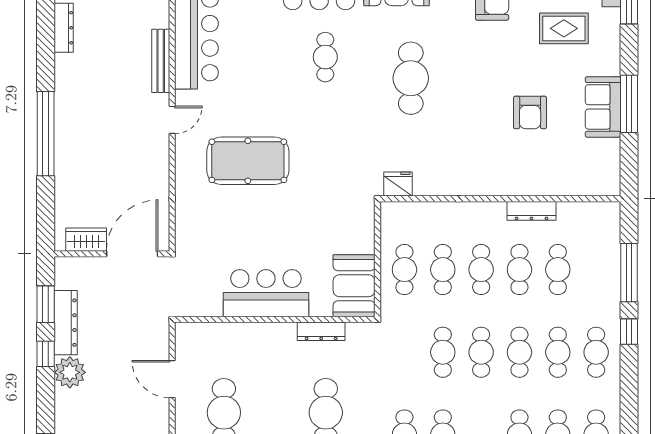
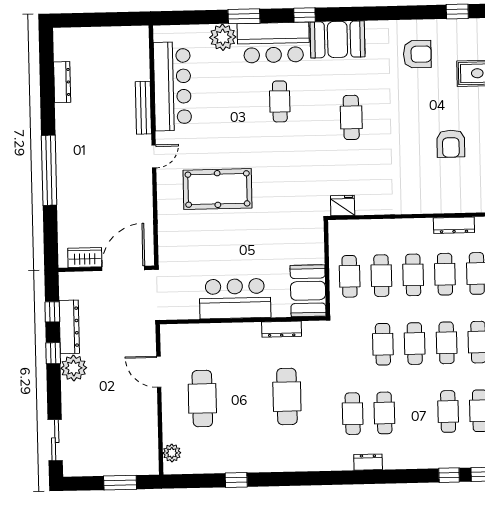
cafe table: (411, 78) -> (351, 117), width x0.73, depth x0.74
window: (46, 304) -> (52, 312), width x0.67

